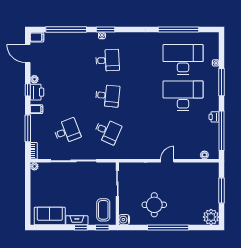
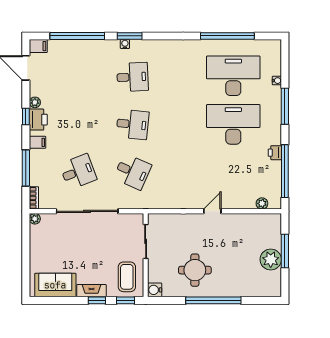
plant: (211, 217) -> (271, 259), moved

